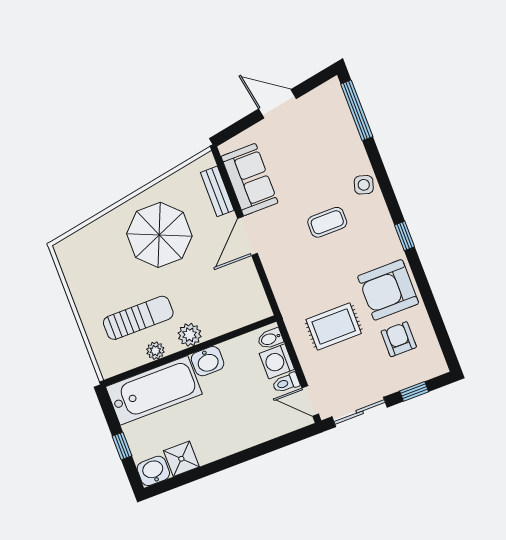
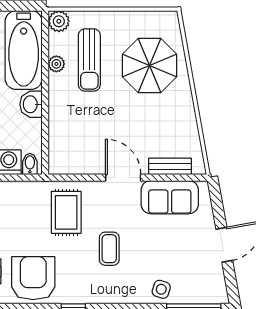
side table: (364, 185) -> (161, 289), moved
parasol: (159, 235) -> (149, 65), moved
rug: (334, 326) -> (66, 212), moved
plant: (190, 335) -> (59, 21), moved

